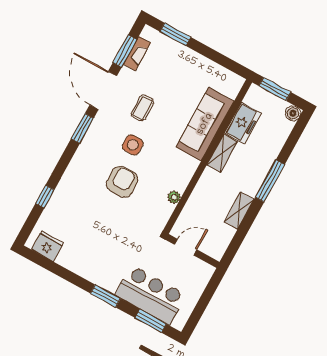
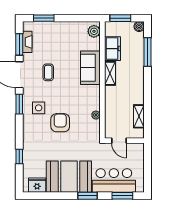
plant: (231, 87) -> (94, 31), added
sofa: (205, 124) -> (90, 68), width x0.73
side table: (133, 145) -> (39, 108), moved
window: (270, 181) -> (147, 52), moved
shelving: (239, 211) -> (139, 116), moved
door: (186, 247) -> (119, 141), swing flipped
booth: (95, 258) -> (69, 177), added

